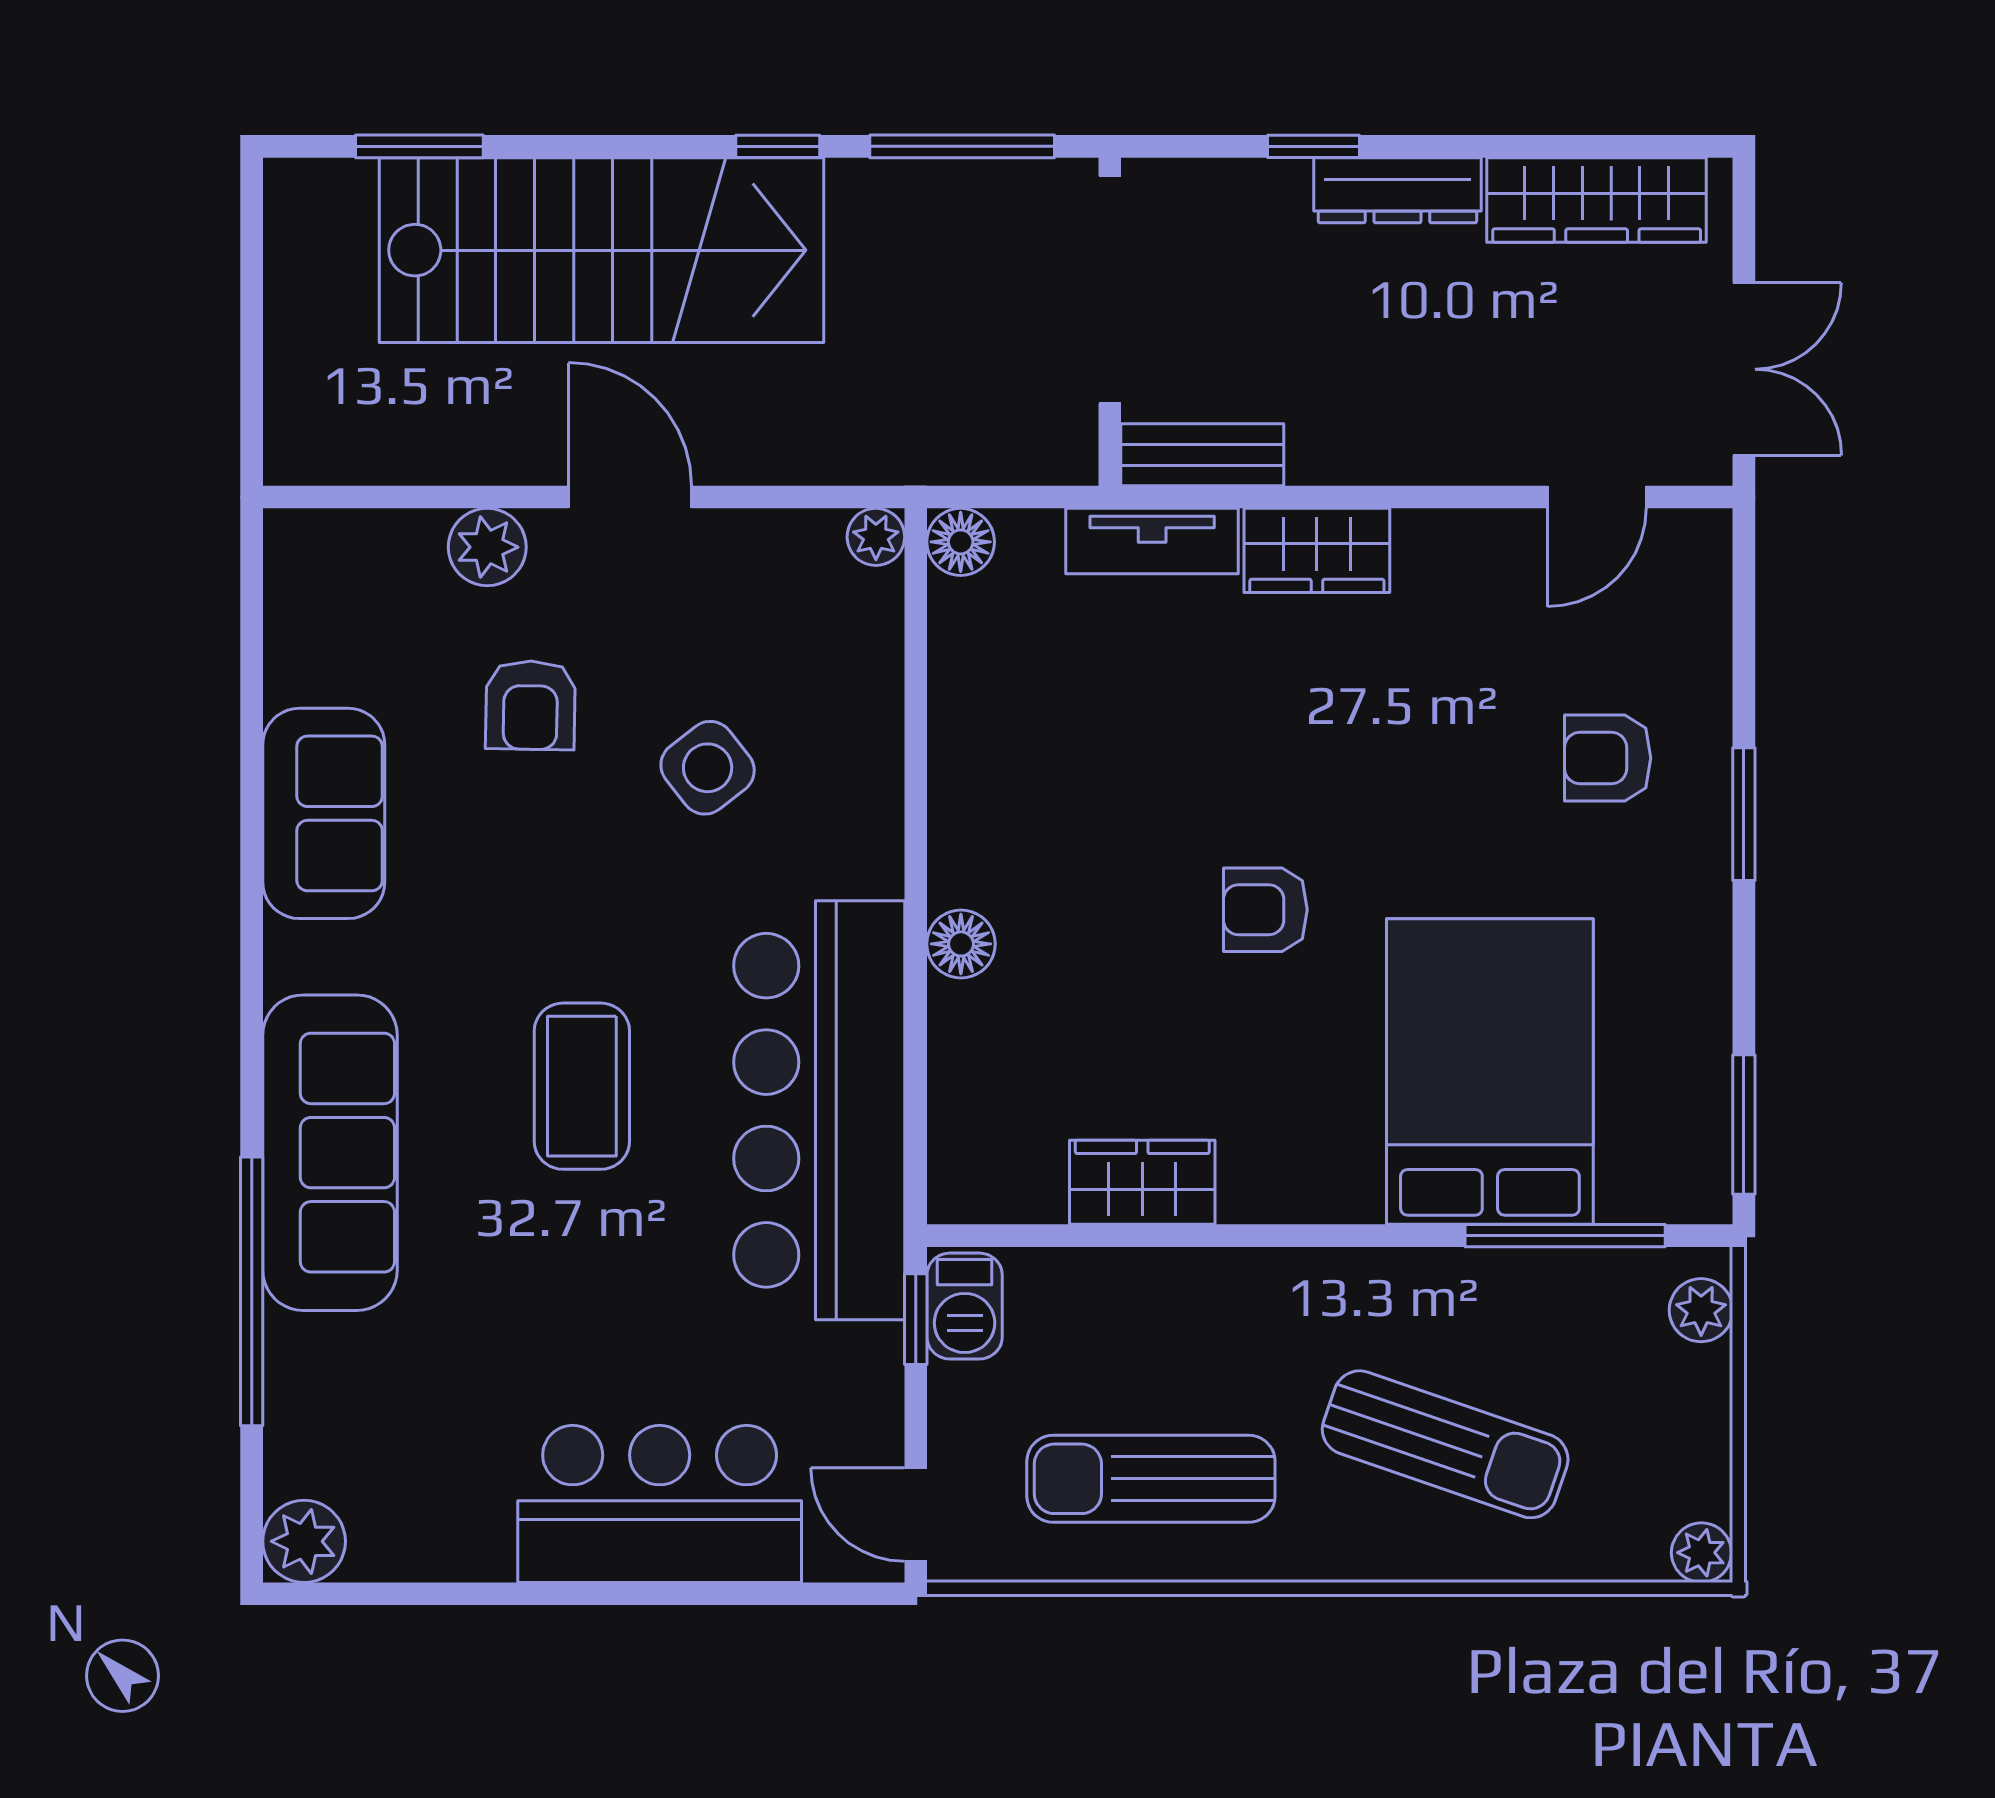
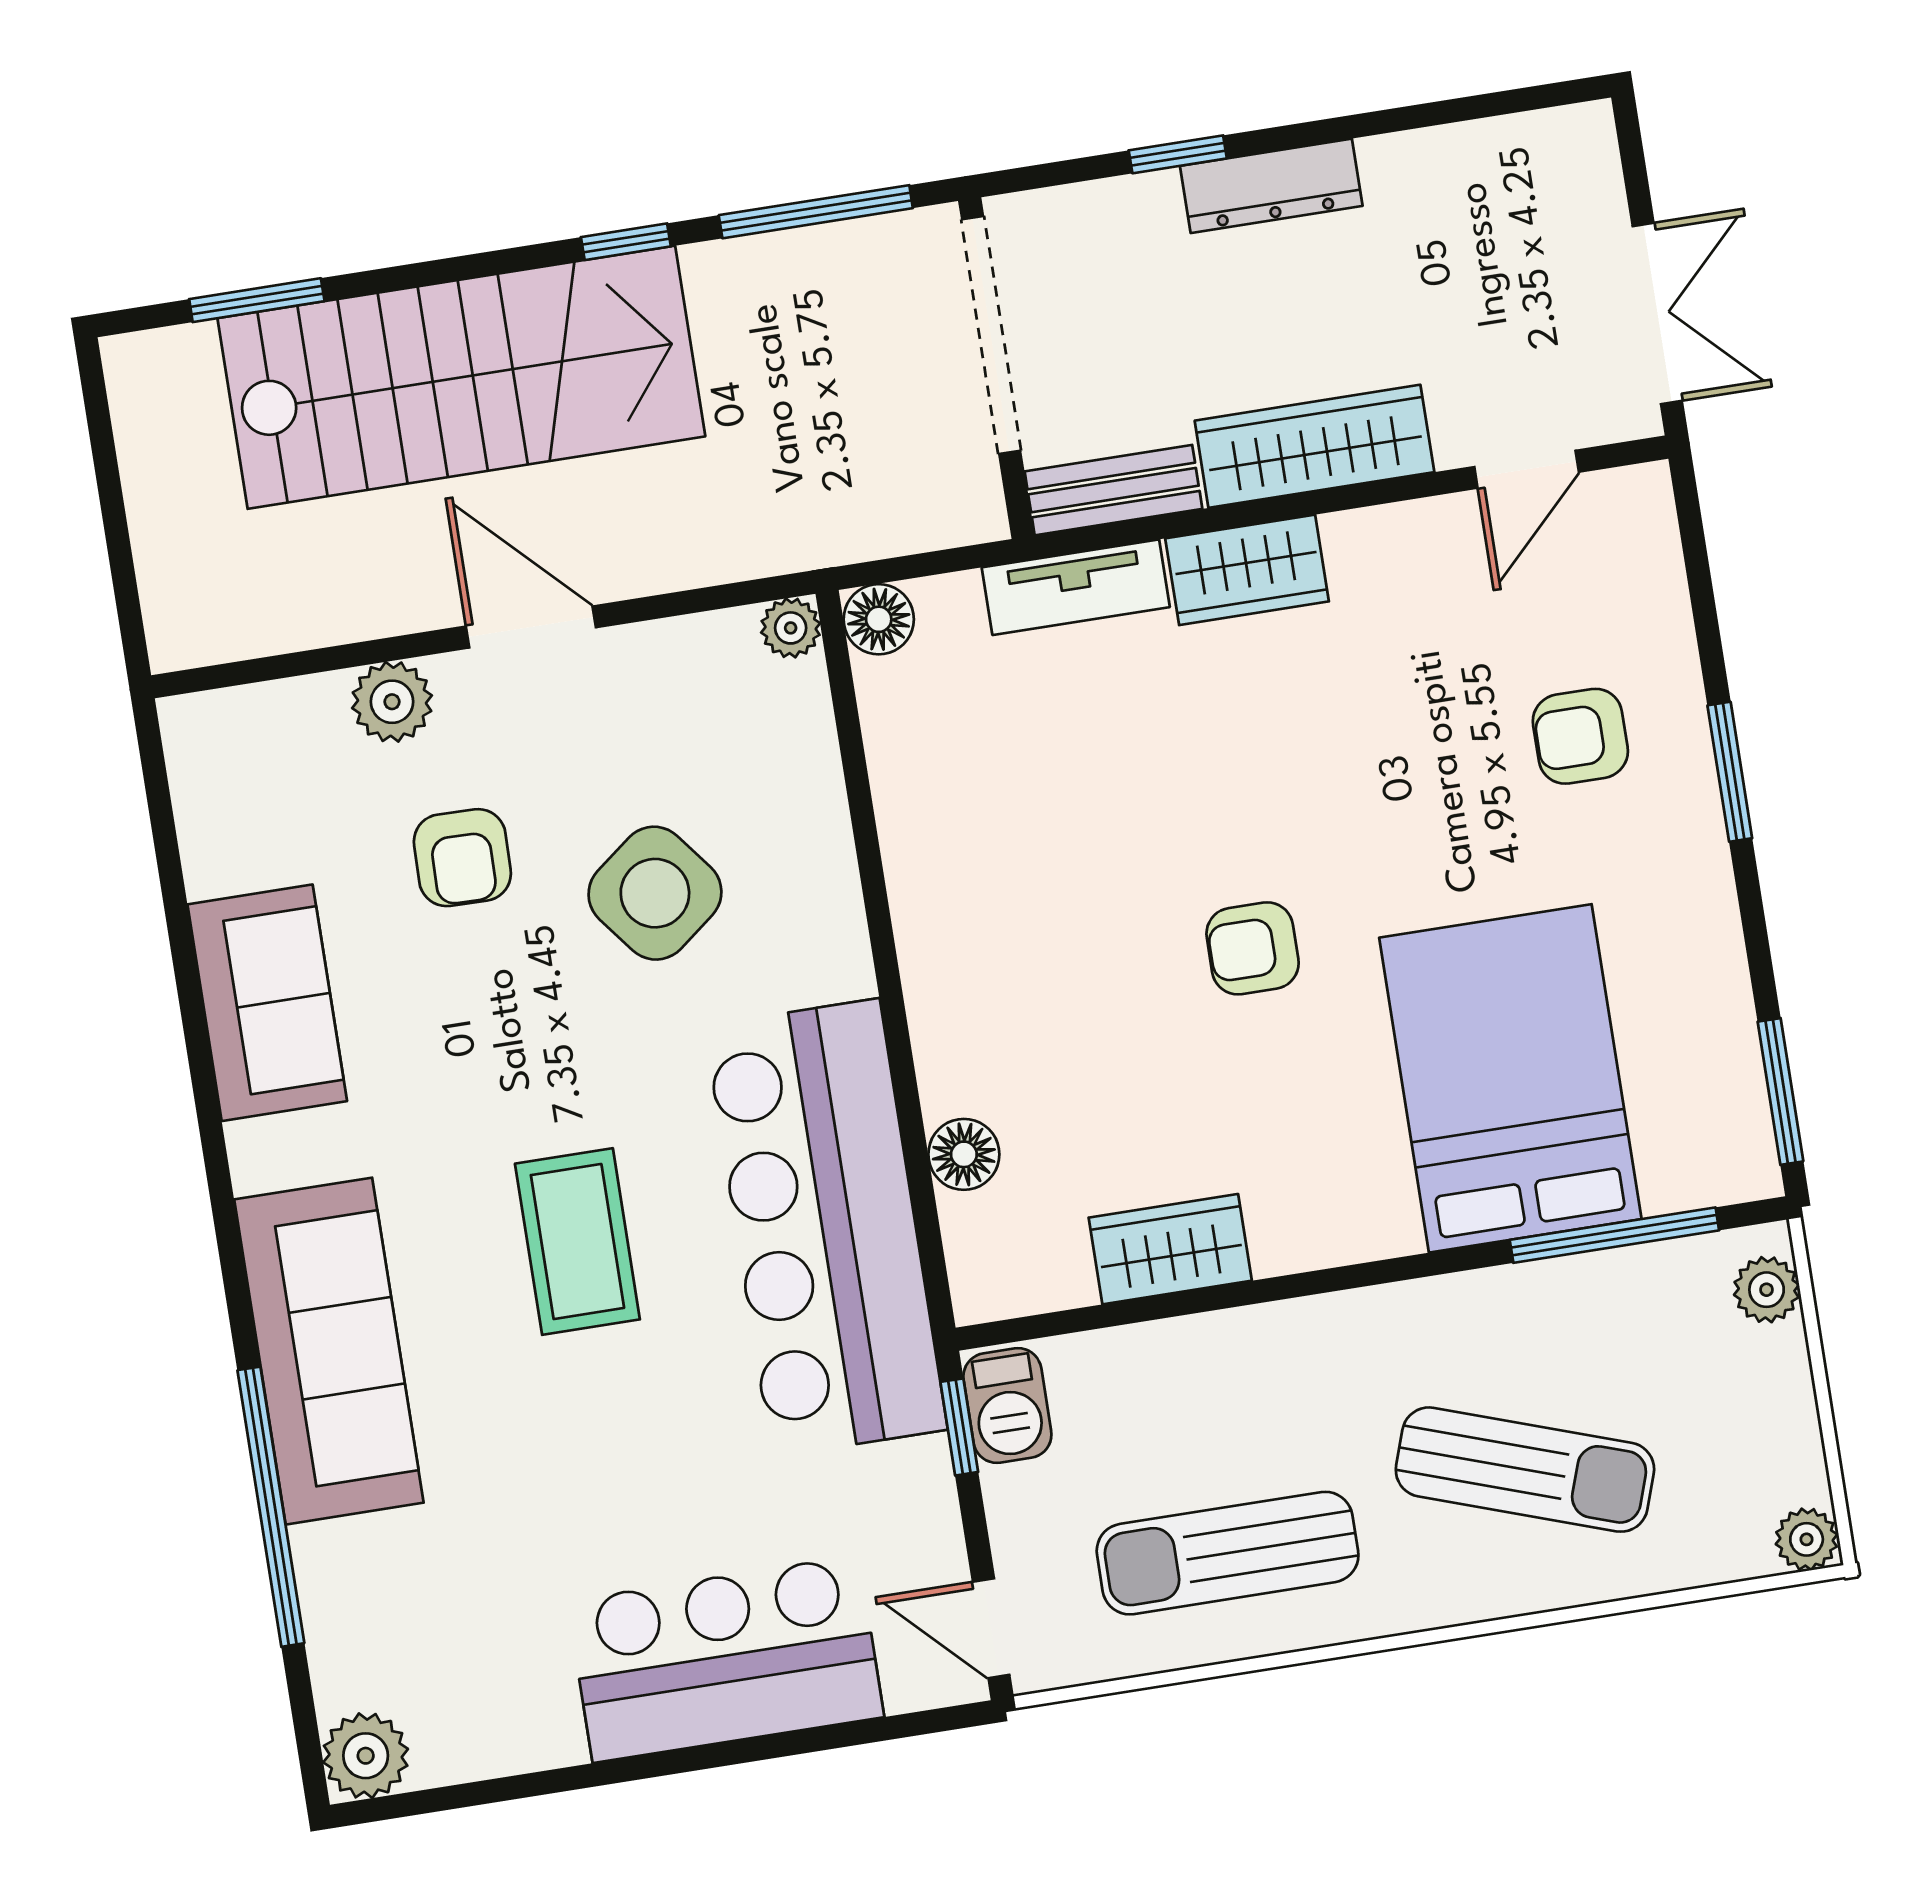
wardrobe: (1597, 200) -> (1314, 446), moved, turned 180
side table: (708, 768) -> (655, 893), width x1.37, depth x1.37
floor lamp: (961, 944) -> (964, 1154), moved

